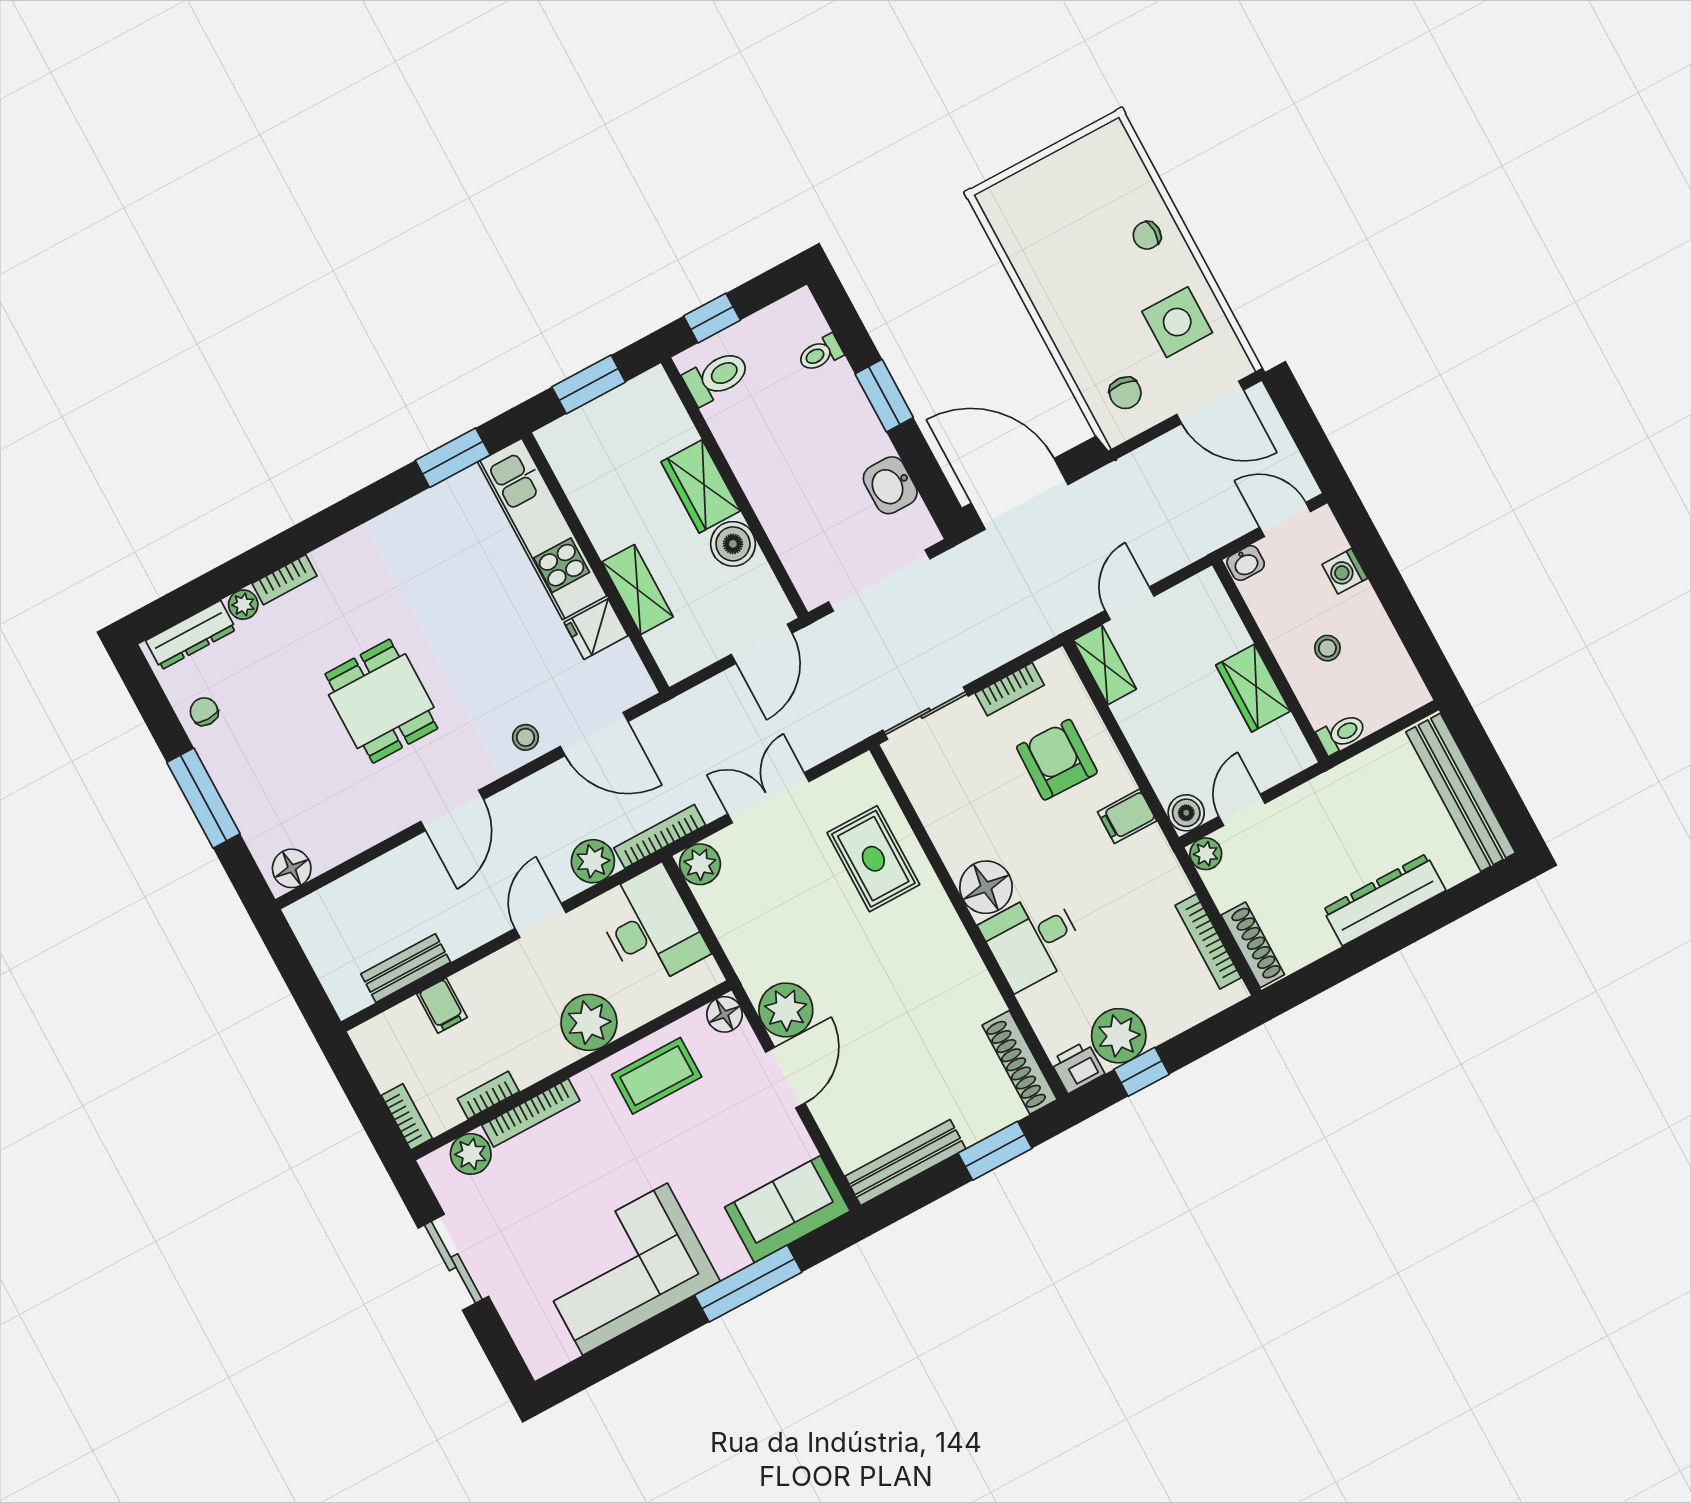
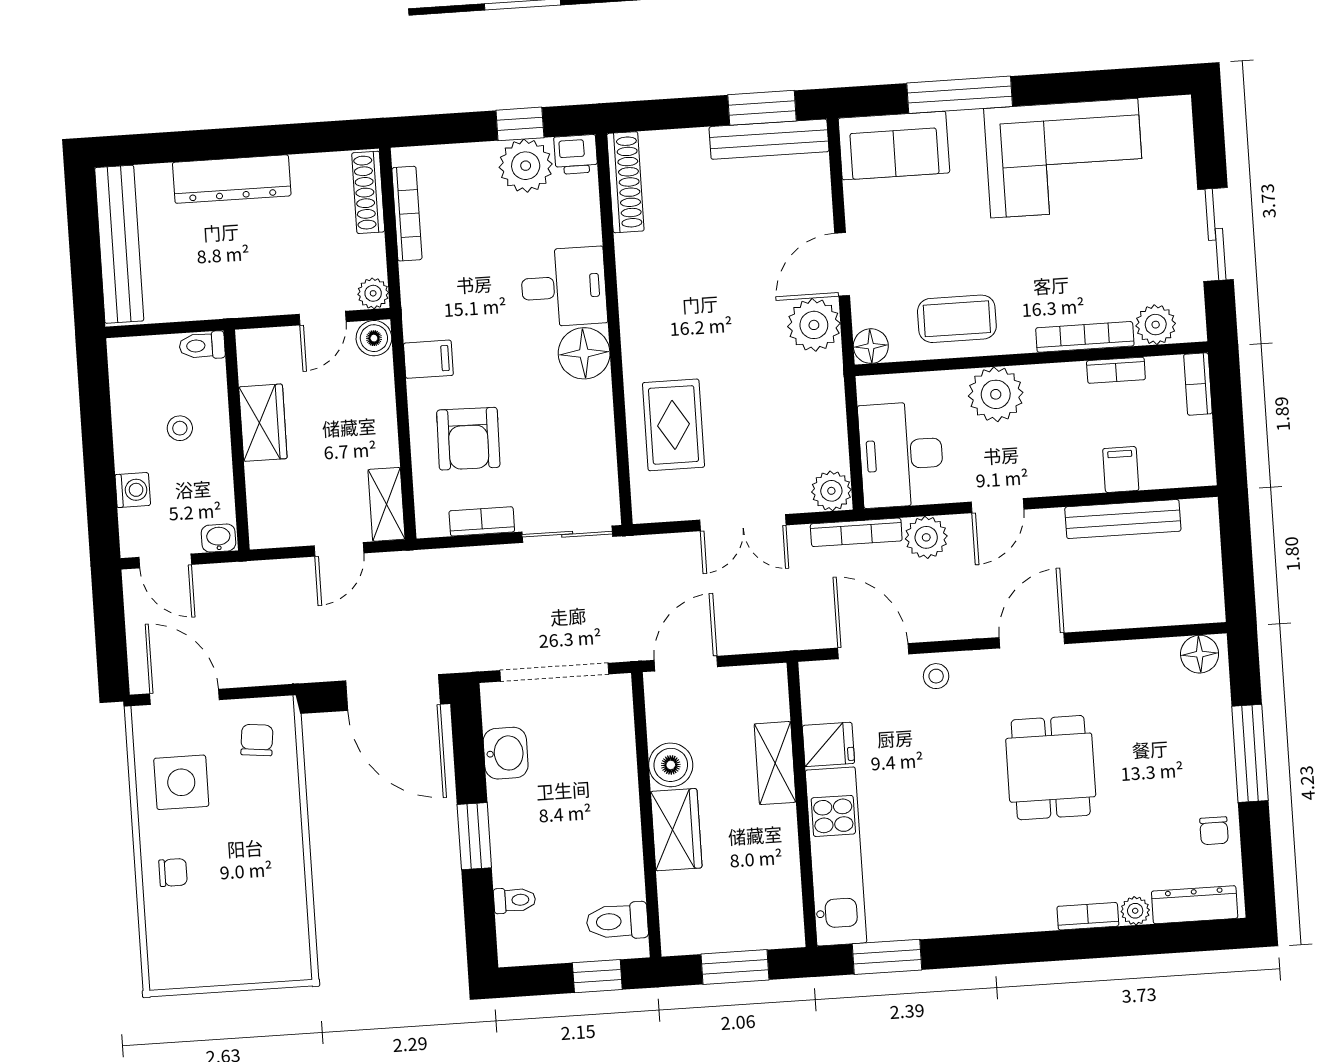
bench: (406, 968) -> (1123, 519), width x1.36
window: (995, 1151) -> (762, 108), moved

